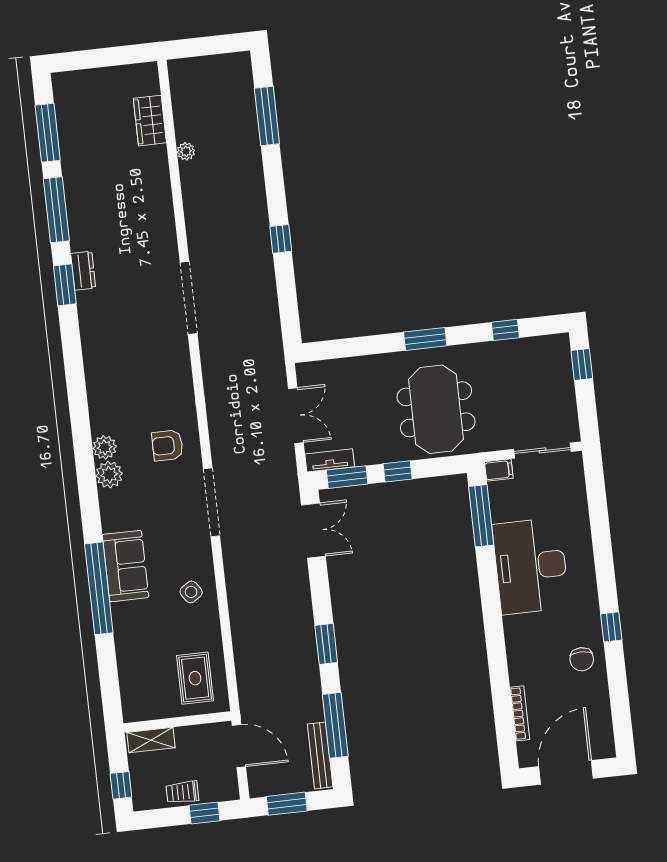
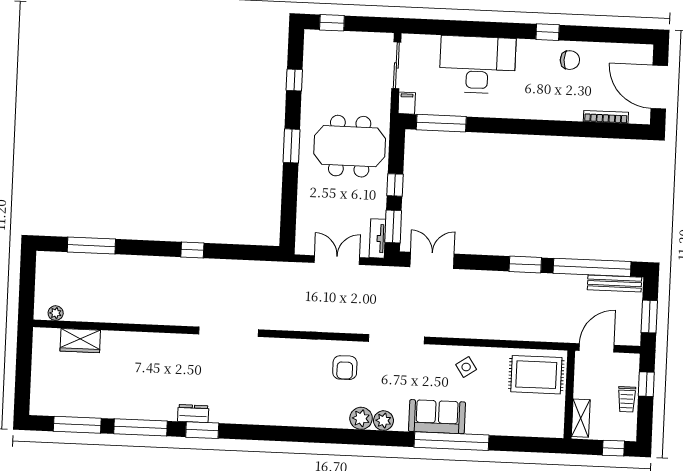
plant: (186, 151) -> (56, 313), moved
plant: (105, 447) -> (383, 421), moved
desk: (531, 566) -> (477, 65), moved, turned 180
rug: (195, 678) -> (536, 375), width x1.36, depth x1.43
window: (335, 725) -> (592, 267), width x1.46

